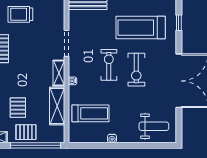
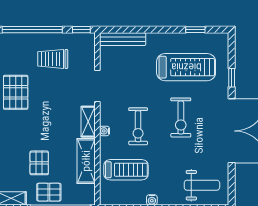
trolley: (20, 14) -> (53, 59), moved
window: (179, 23) -> (232, 78), moved
treadmill: (141, 28) -> (186, 67), turned 180
exercise bike: (109, 65) -> (138, 126), moved, turned 180

